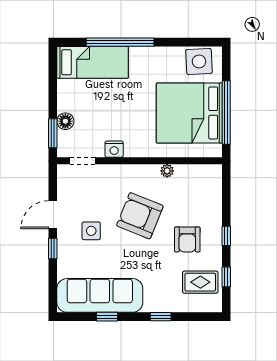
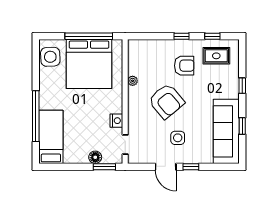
armchair: (140, 216) -> (166, 101), turned -62
rug: (200, 282) -> (216, 56), turned 90

